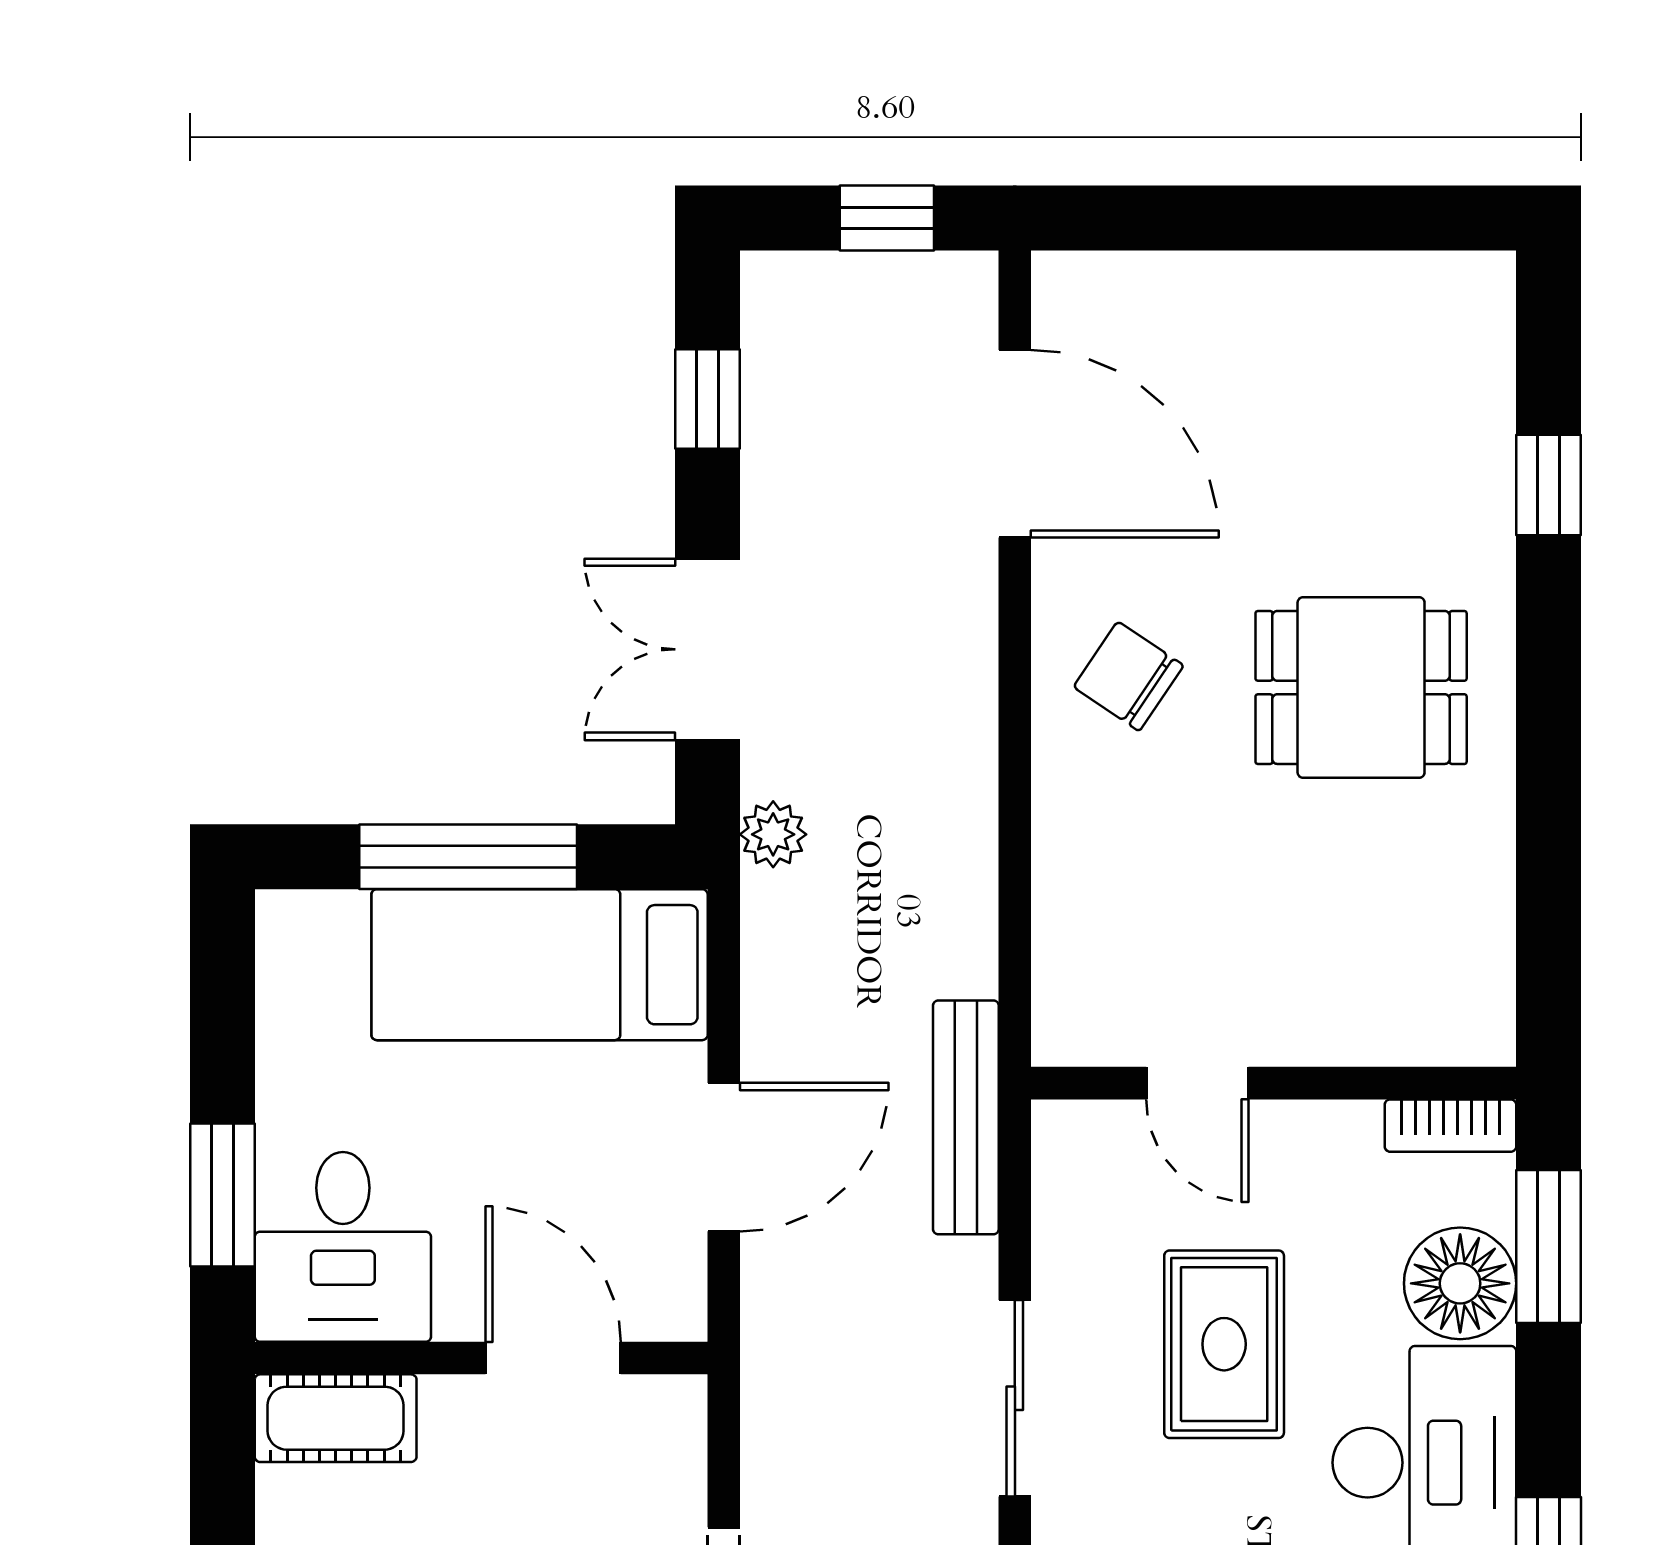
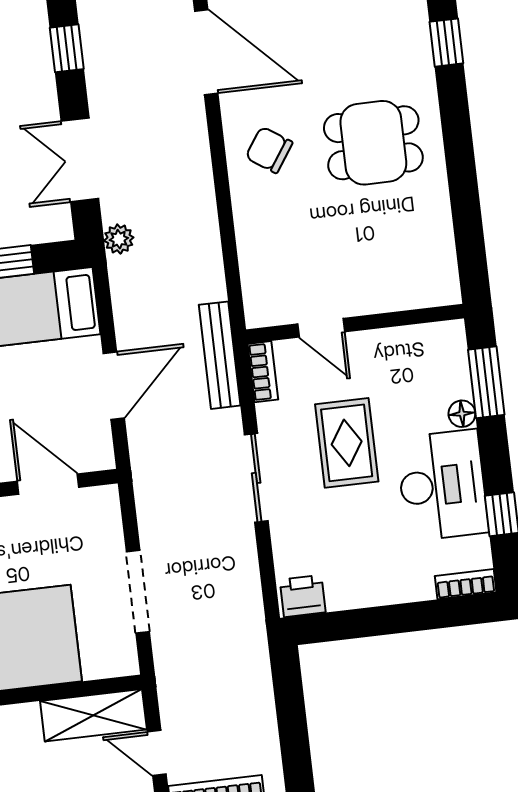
bookcase: (1450, 1126) -> (263, 372), moved, turned -90
floor lamp: (1460, 1283) -> (462, 414), width x0.53, depth x0.53

